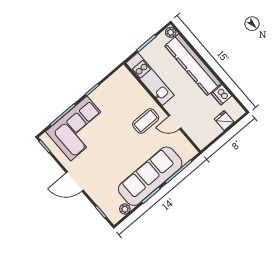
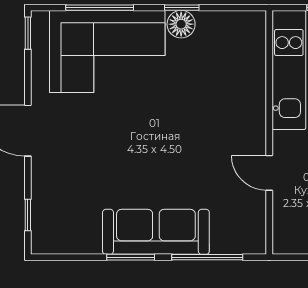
floor lamp: (97, 96) -> (181, 24), added
coffee table: (146, 121) -> (224, 131), removed
sofa: (150, 176) -> (156, 232), width x0.74, depth x0.79
plant: (125, 209) -> (70, 243), removed

